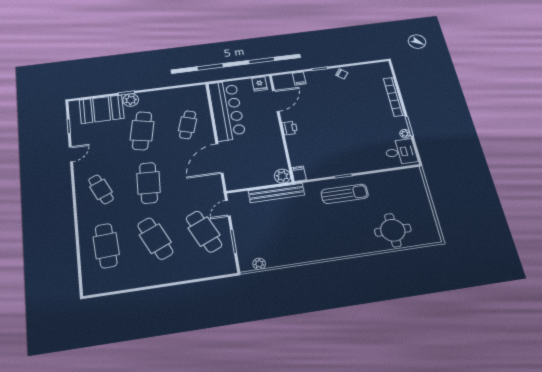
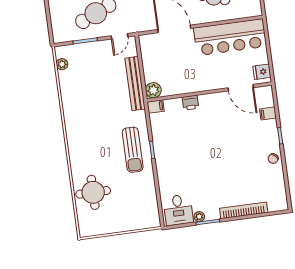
printer: (290, 128) -> (190, 103), moved
door: (228, 208) -> (120, 36), swing flipped

